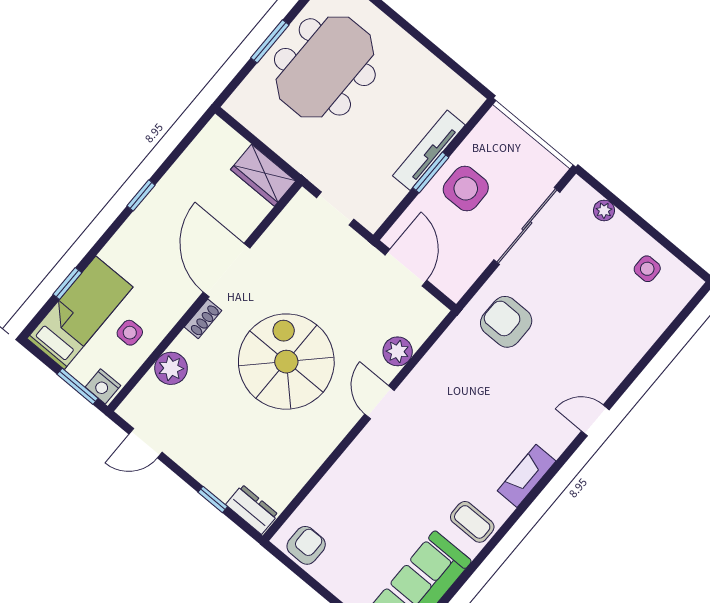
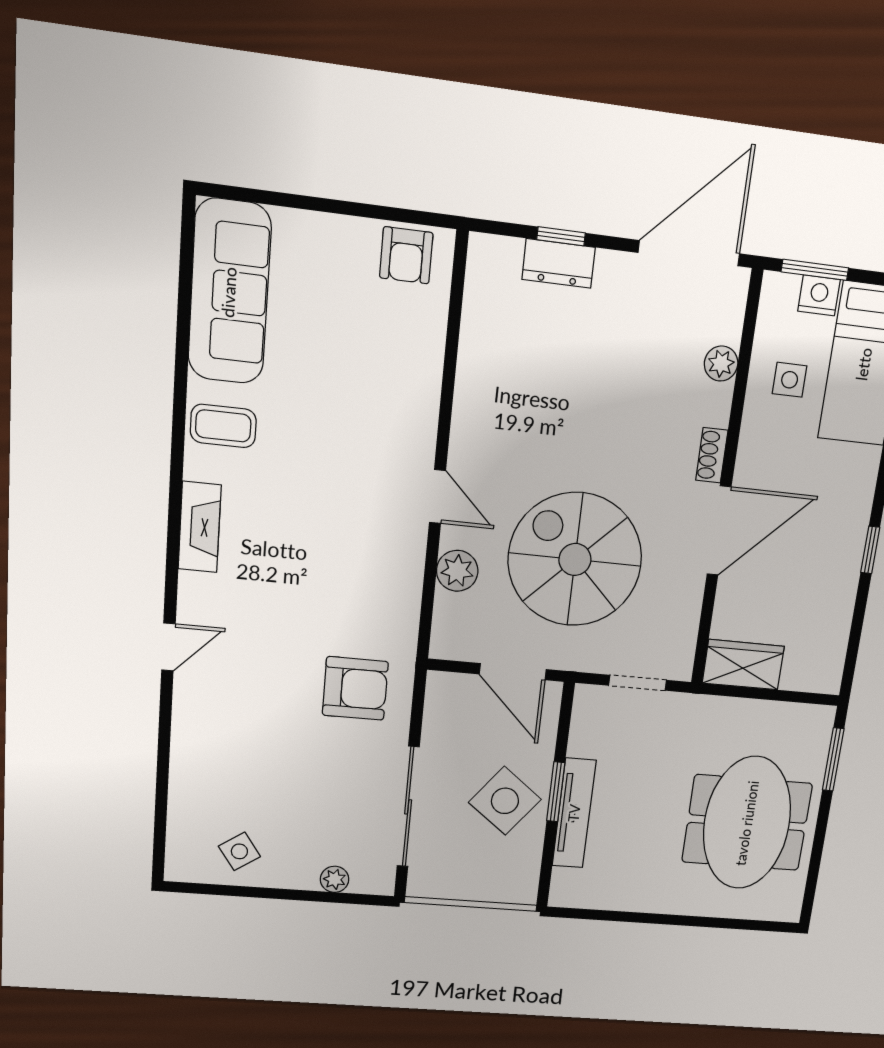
window: (270, 41) -> (833, 759), moved
side table: (466, 189) -> (505, 801), turned 38
side table: (647, 269) -> (239, 851), turned -34
door: (227, 270) -> (719, 531), hinge flipped
spiral stairs: (286, 362) -> (575, 559), moved, turned 180
plant: (171, 368) -> (721, 364), width x0.73, depth x0.73
nightstand: (103, 386) -> (819, 295), moved
door: (146, 443) -> (689, 253), width x1.87
dresser: (252, 509) -> (559, 263), moved

